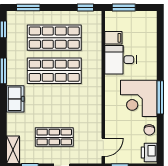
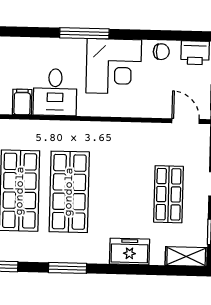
window: (160, 97) -> (84, 33), moved
freezer: (15, 99) -> (129, 252), moved

